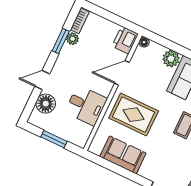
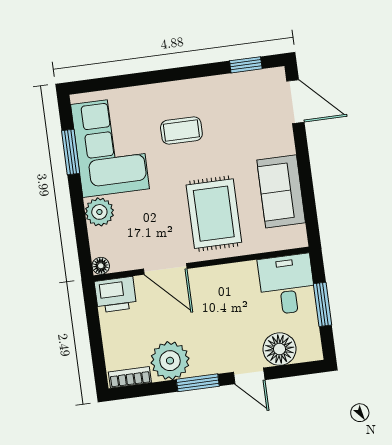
plant: (73, 39) -> (170, 361), width x1.88, depth x1.88
window: (61, 41) -> (198, 383), moved
desk: (86, 105) -> (287, 284), moved

